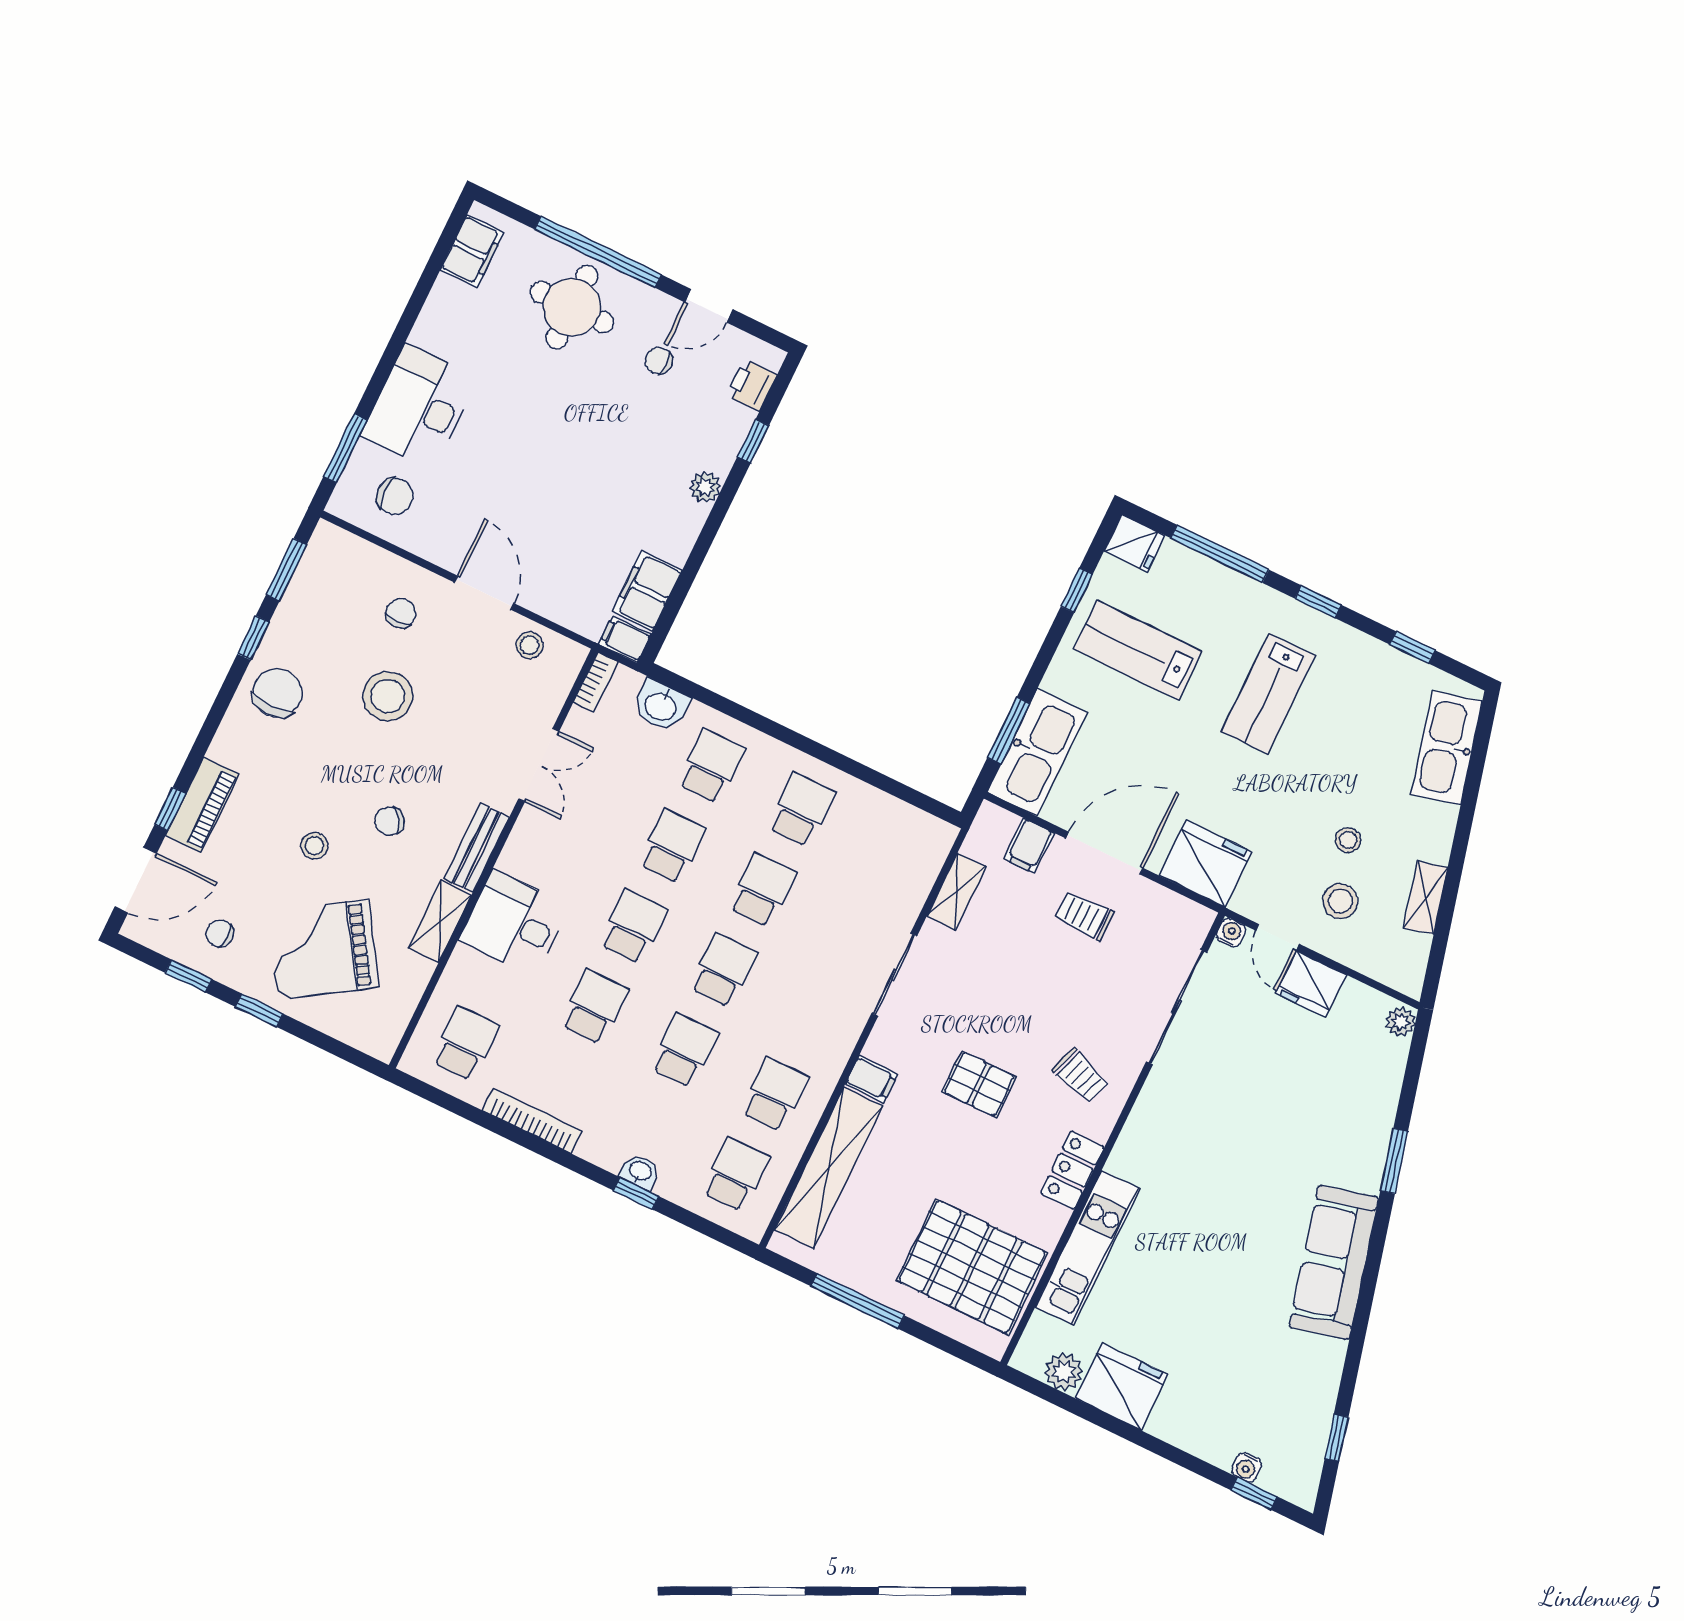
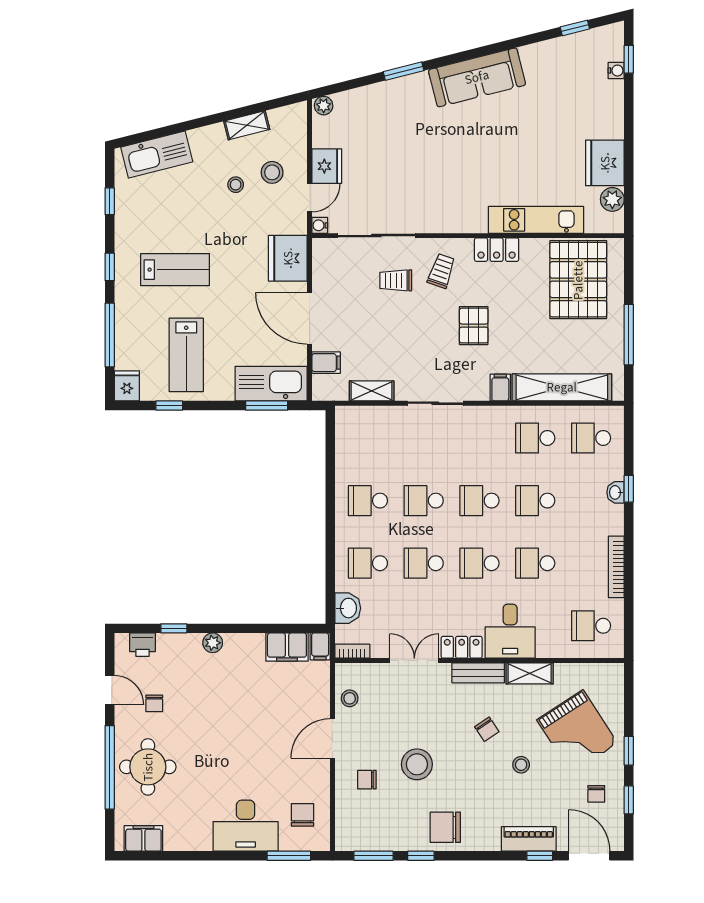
locker: (525, 842) -> (462, 647), added
trolley: (1084, 916) -> (396, 280), moved, turned 90

